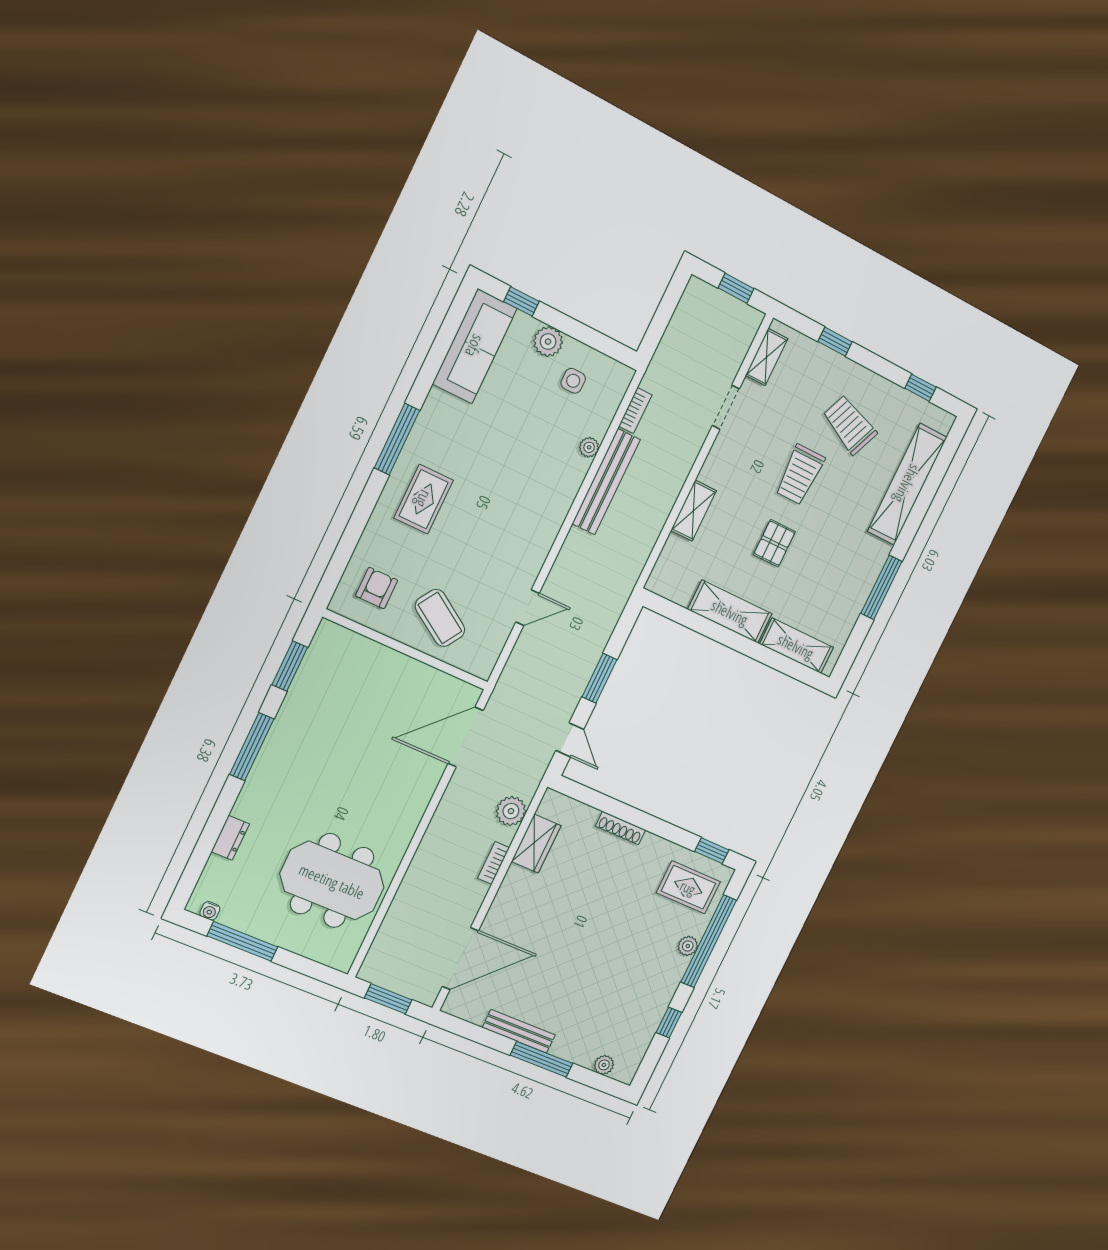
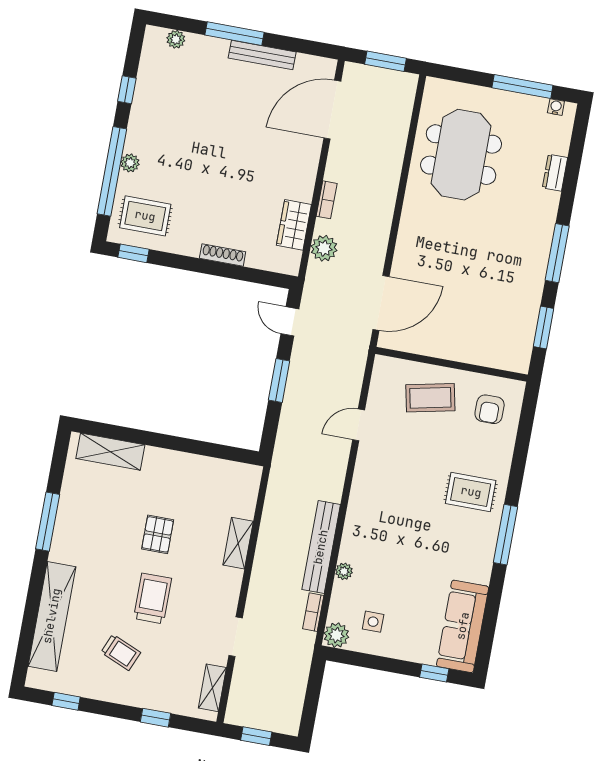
plant: (548, 342) -> (336, 635), moved
trolley: (850, 425) -> (121, 652), width x0.73, depth x0.72
rug: (424, 499) -> (471, 492), turned 90
shelving: (730, 612) -> (180, 466), removed
coffee table: (440, 618) -> (430, 398), turned -45
meeting table: (332, 881) -> (461, 155), turned 90

